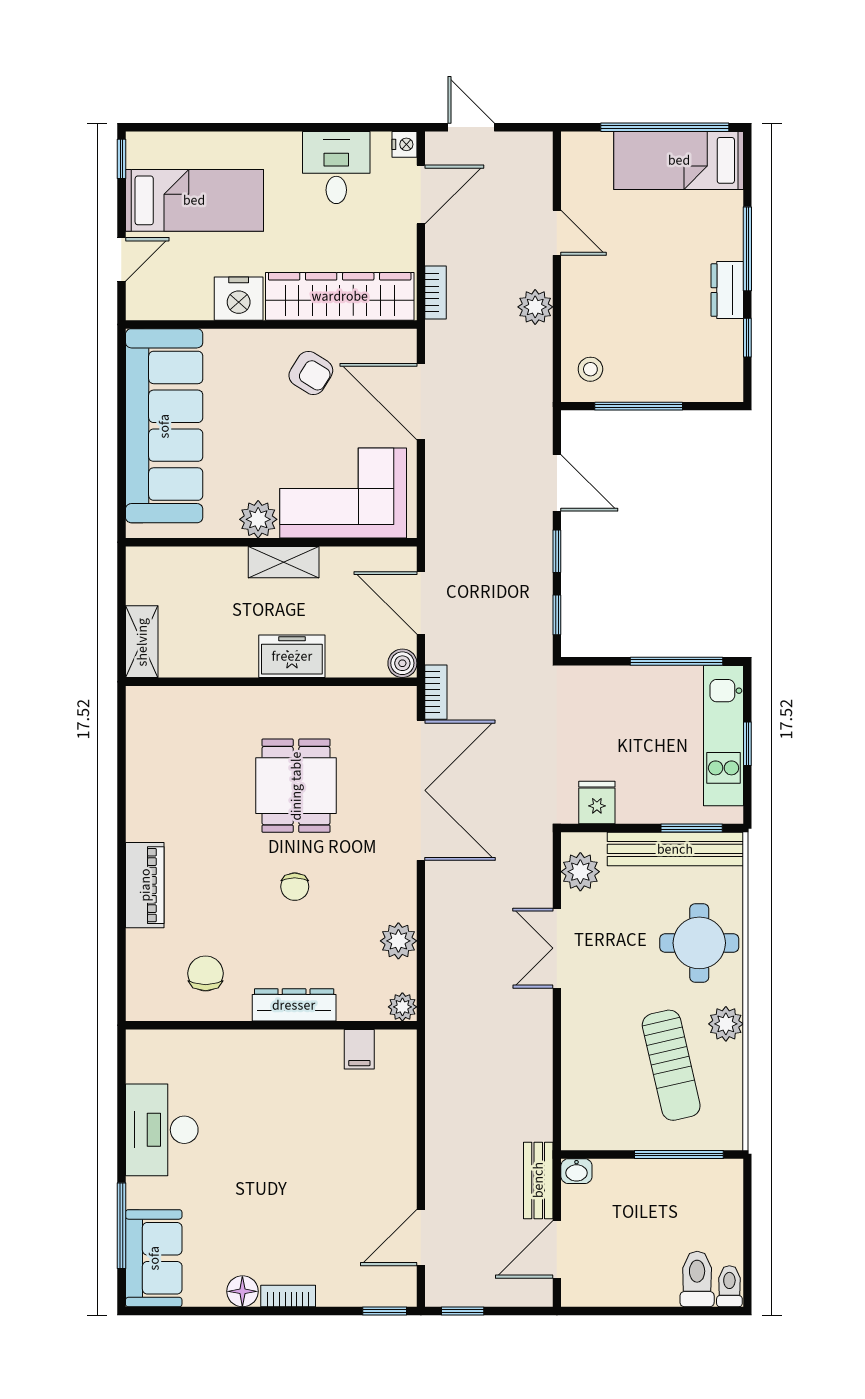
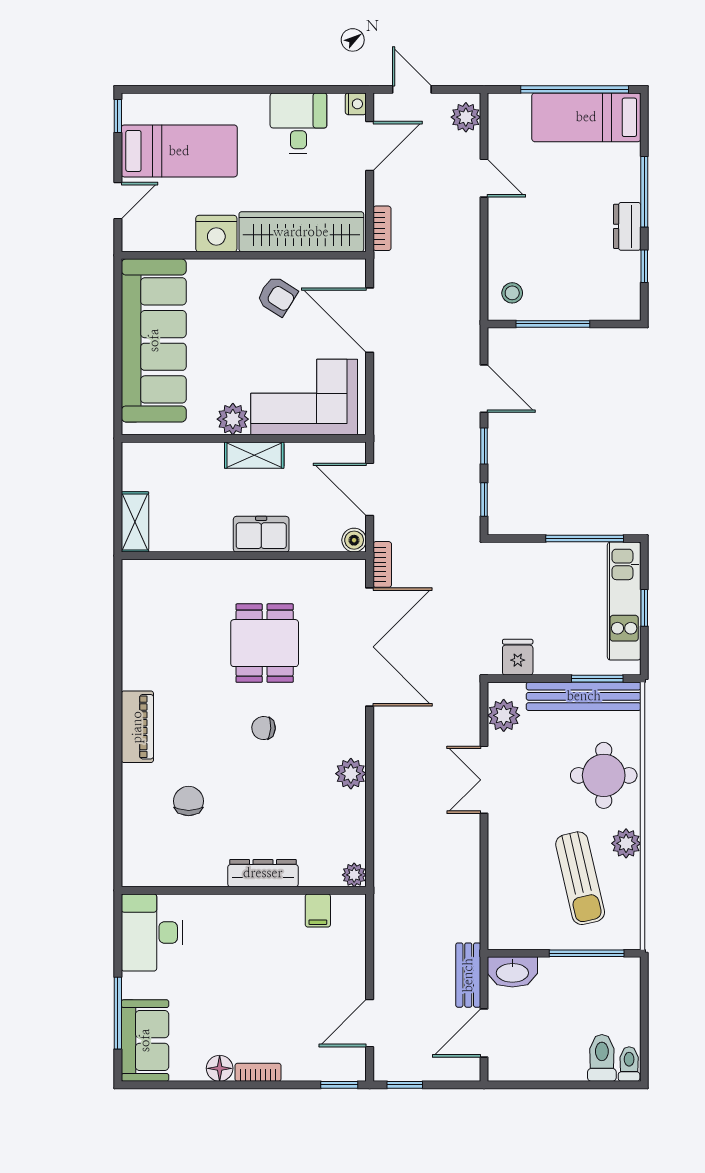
plant: (535, 307) -> (466, 117), moved
chair: (295, 887) -> (264, 728), turned 93
dresser: (294, 1005) -> (263, 873), moved
plant: (402, 1007) -> (354, 875), moved
wall: (271, 1025) -> (244, 890), moved
filing cabinet: (359, 1049) -> (318, 910), moved
washbasin: (576, 1171) -> (512, 972), width x1.91, depth x1.45

